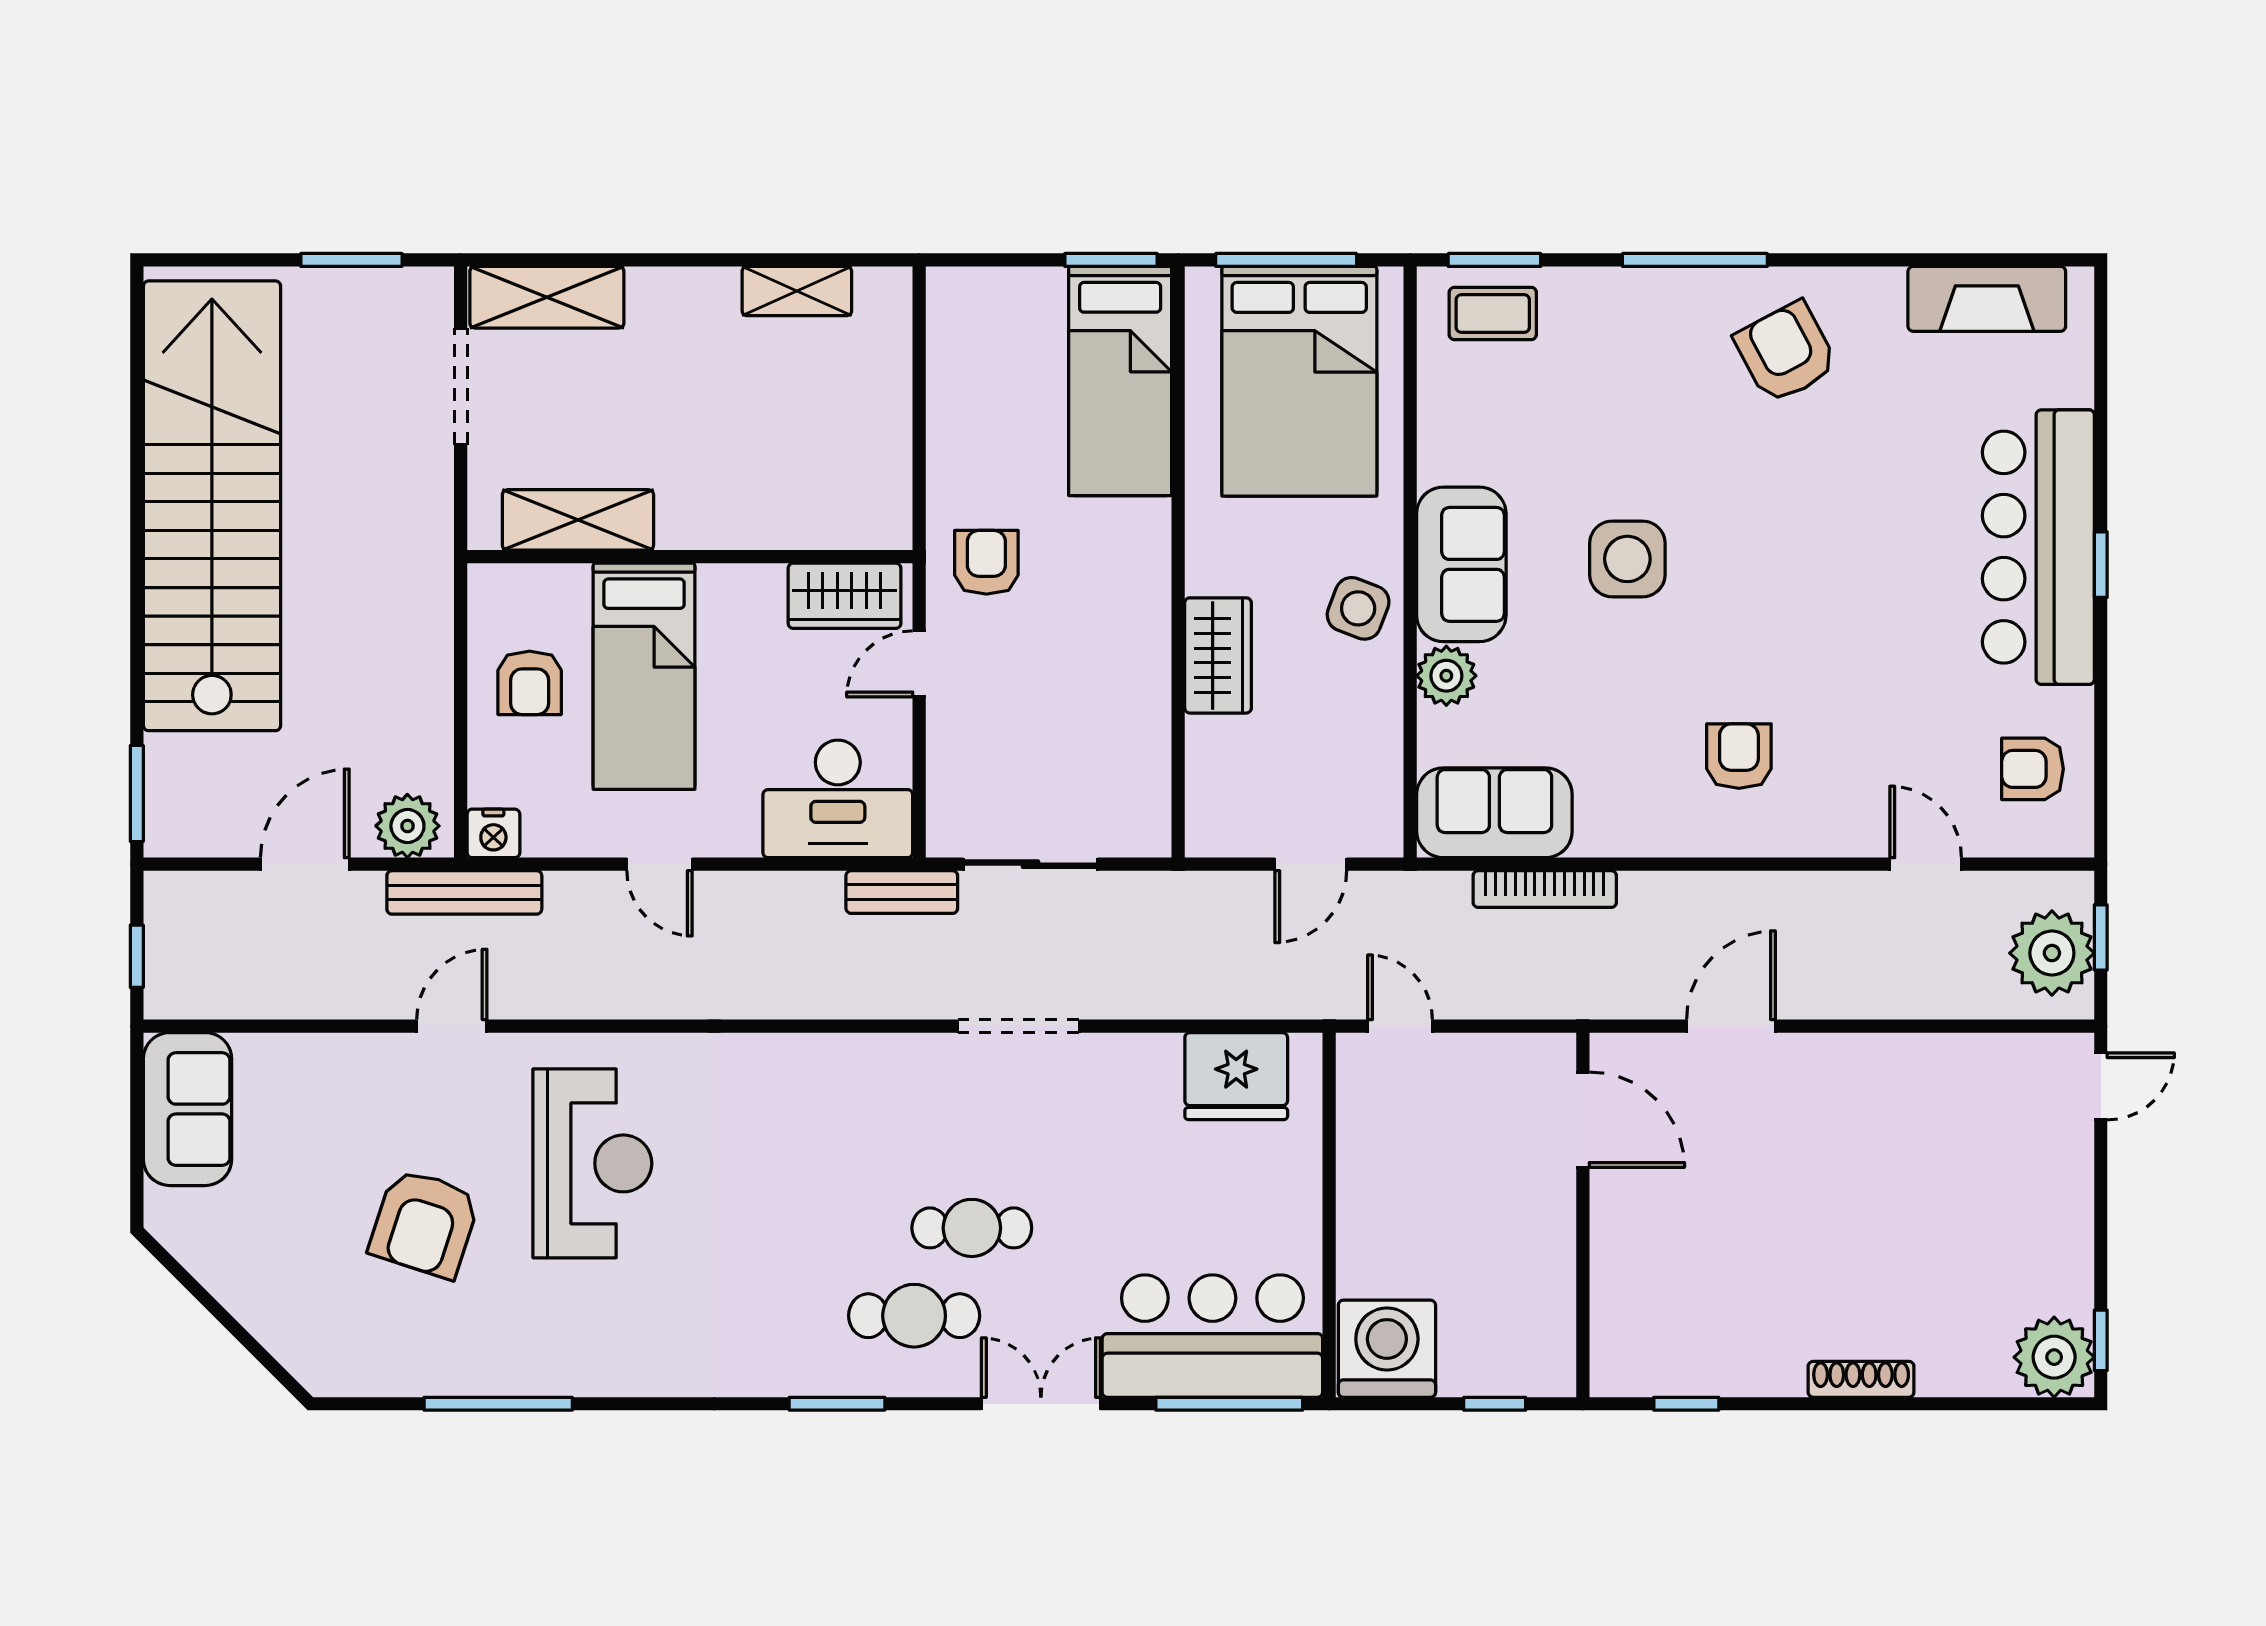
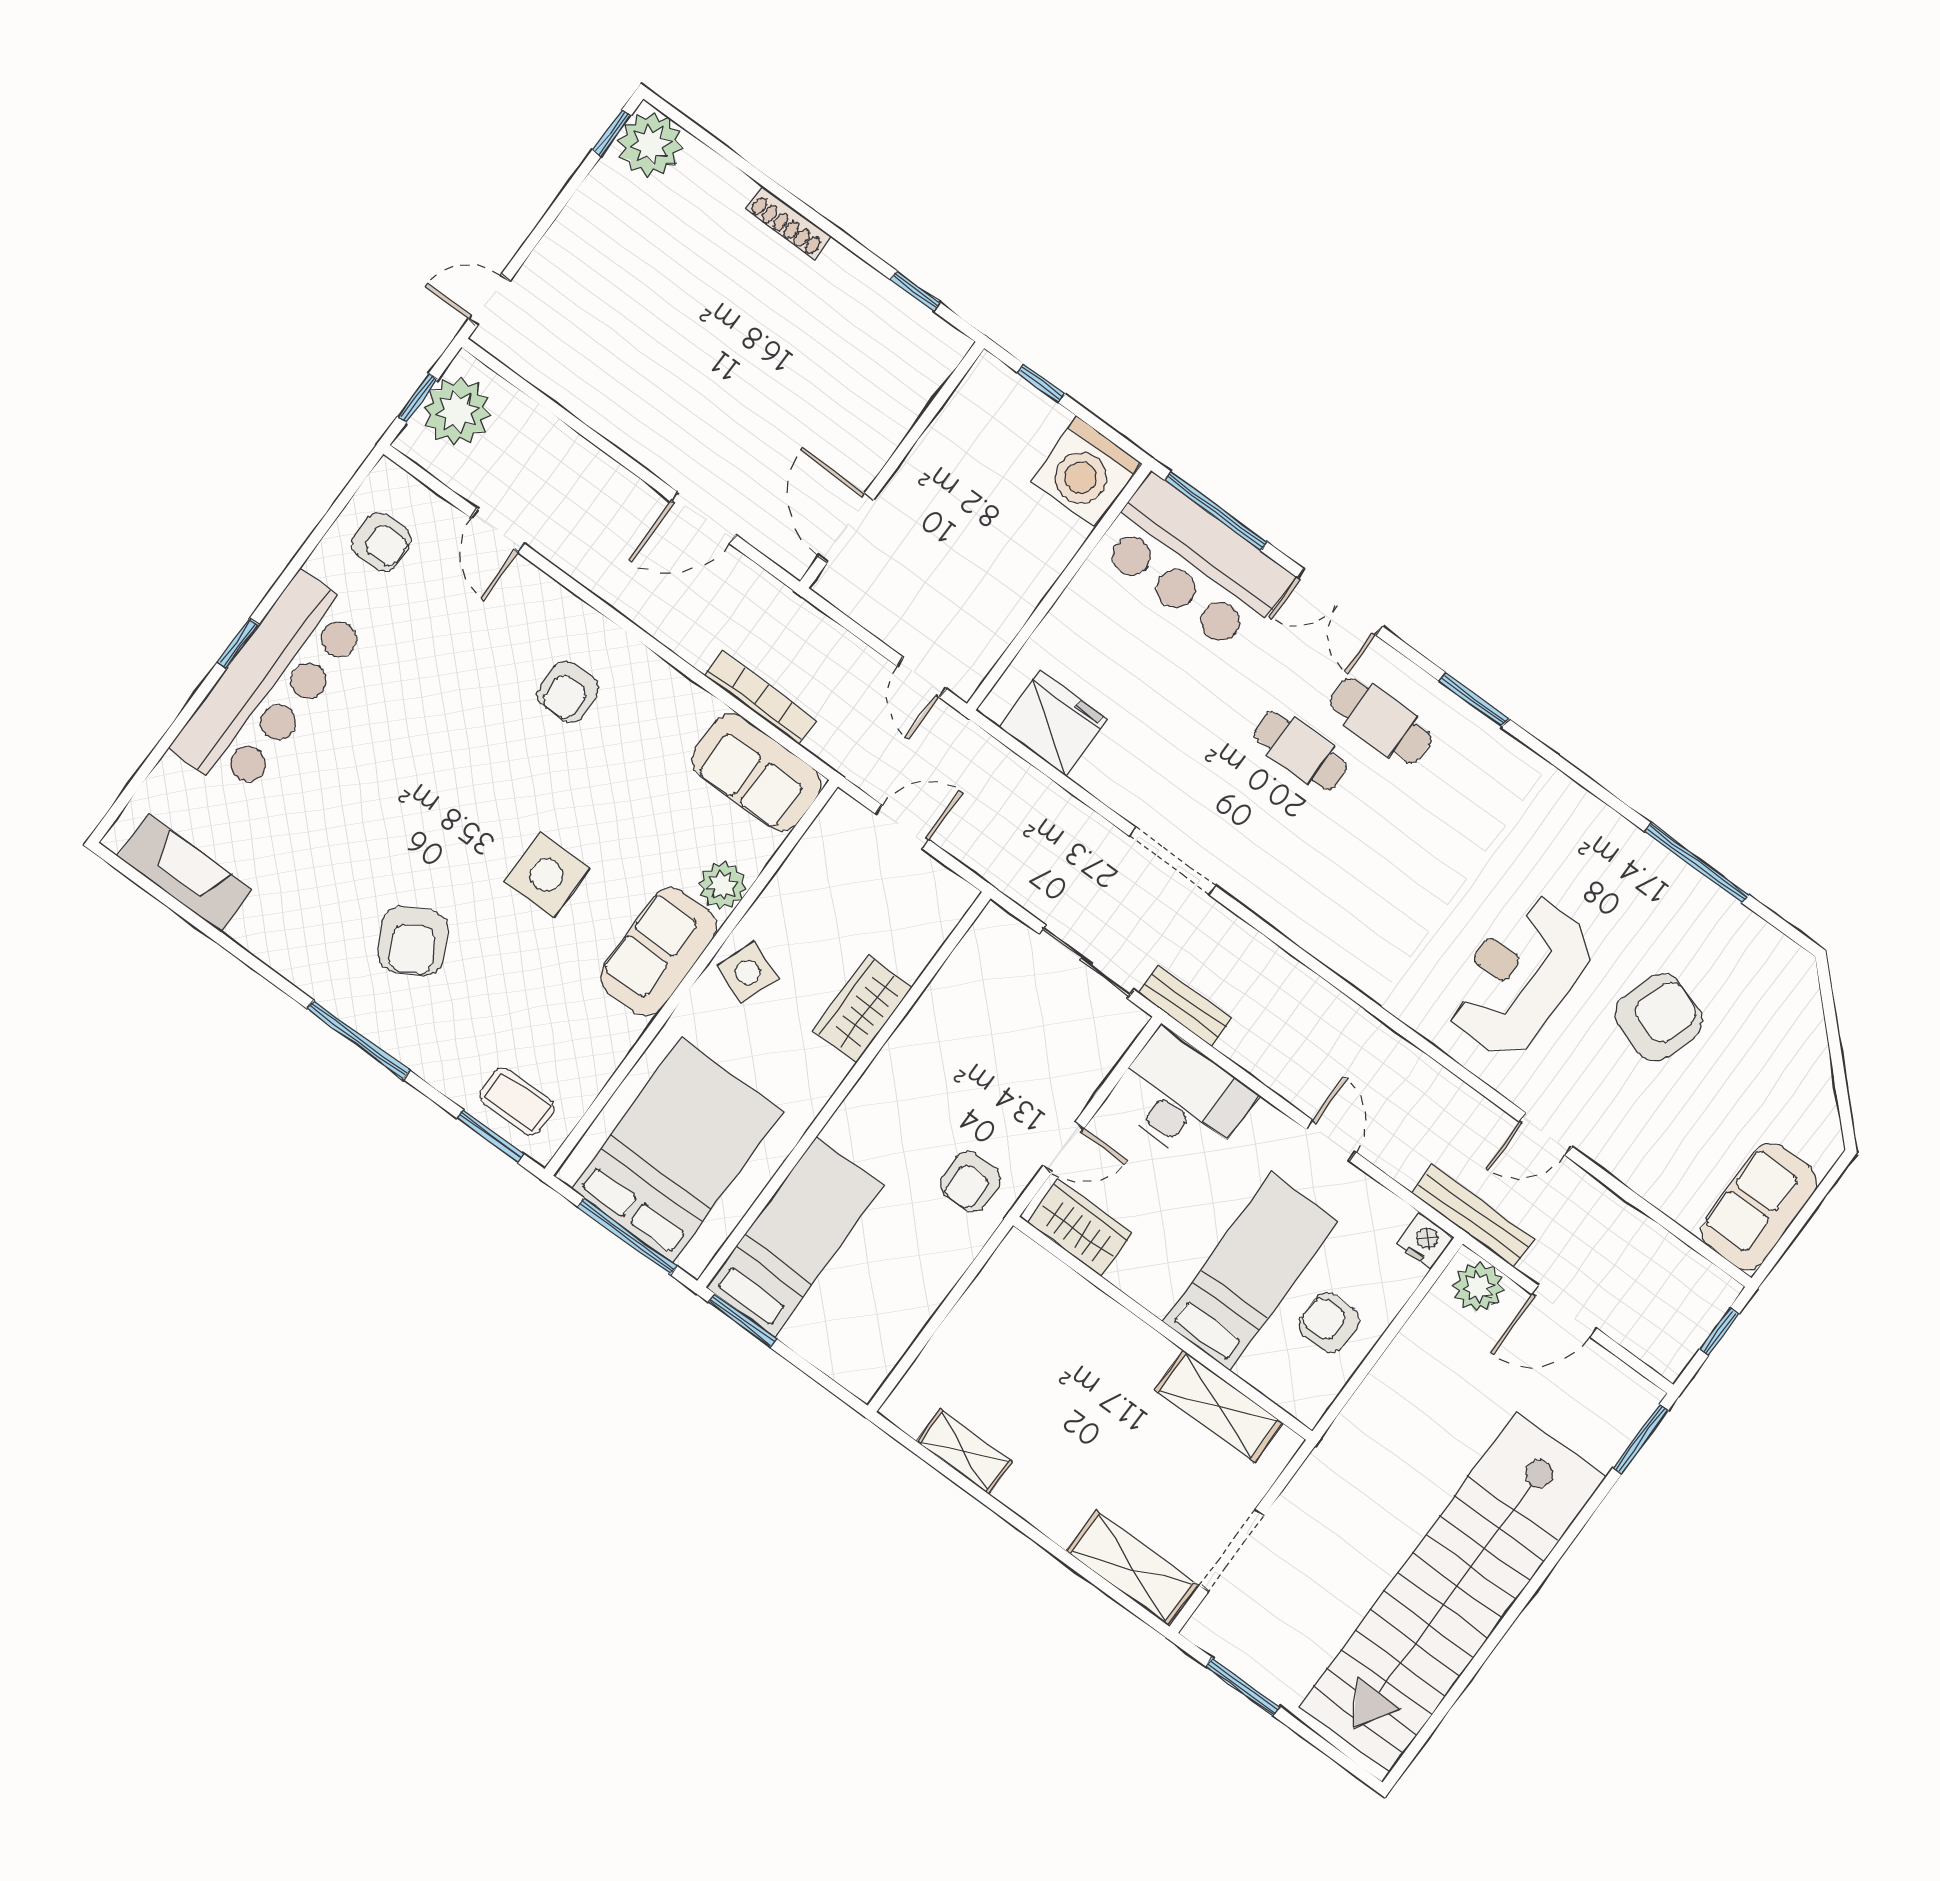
armchair: (1786, 352) -> (413, 941), moved
armchair: (530, 683) -> (1329, 1322), turned -90

